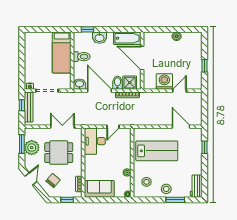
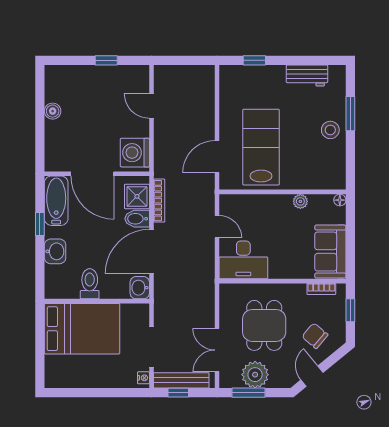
window: (87, 29) -> (40, 224), moved
bed: (62, 52) -> (82, 329), width x1.50
door: (142, 58) -> (92, 174), hinge flipped
washing machine: (164, 81) -> (135, 153), moved
double door: (62, 127) -> (217, 350), moved
door: (181, 127) -> (217, 157), moved
door: (31, 179) -> (312, 376), hinge flipped
stool: (147, 182) -> (317, 166), removed
workbench: (196, 186) -> (307, 76), moved

